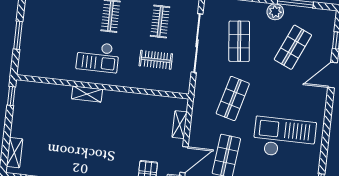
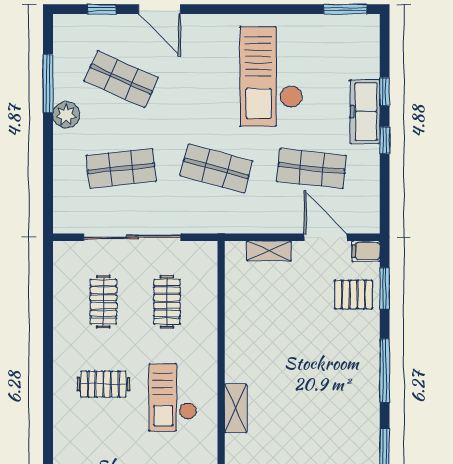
clothes rail: (160, 21) -> (103, 302), turned 90
checkout: (98, 57) -> (173, 397), turned 180

